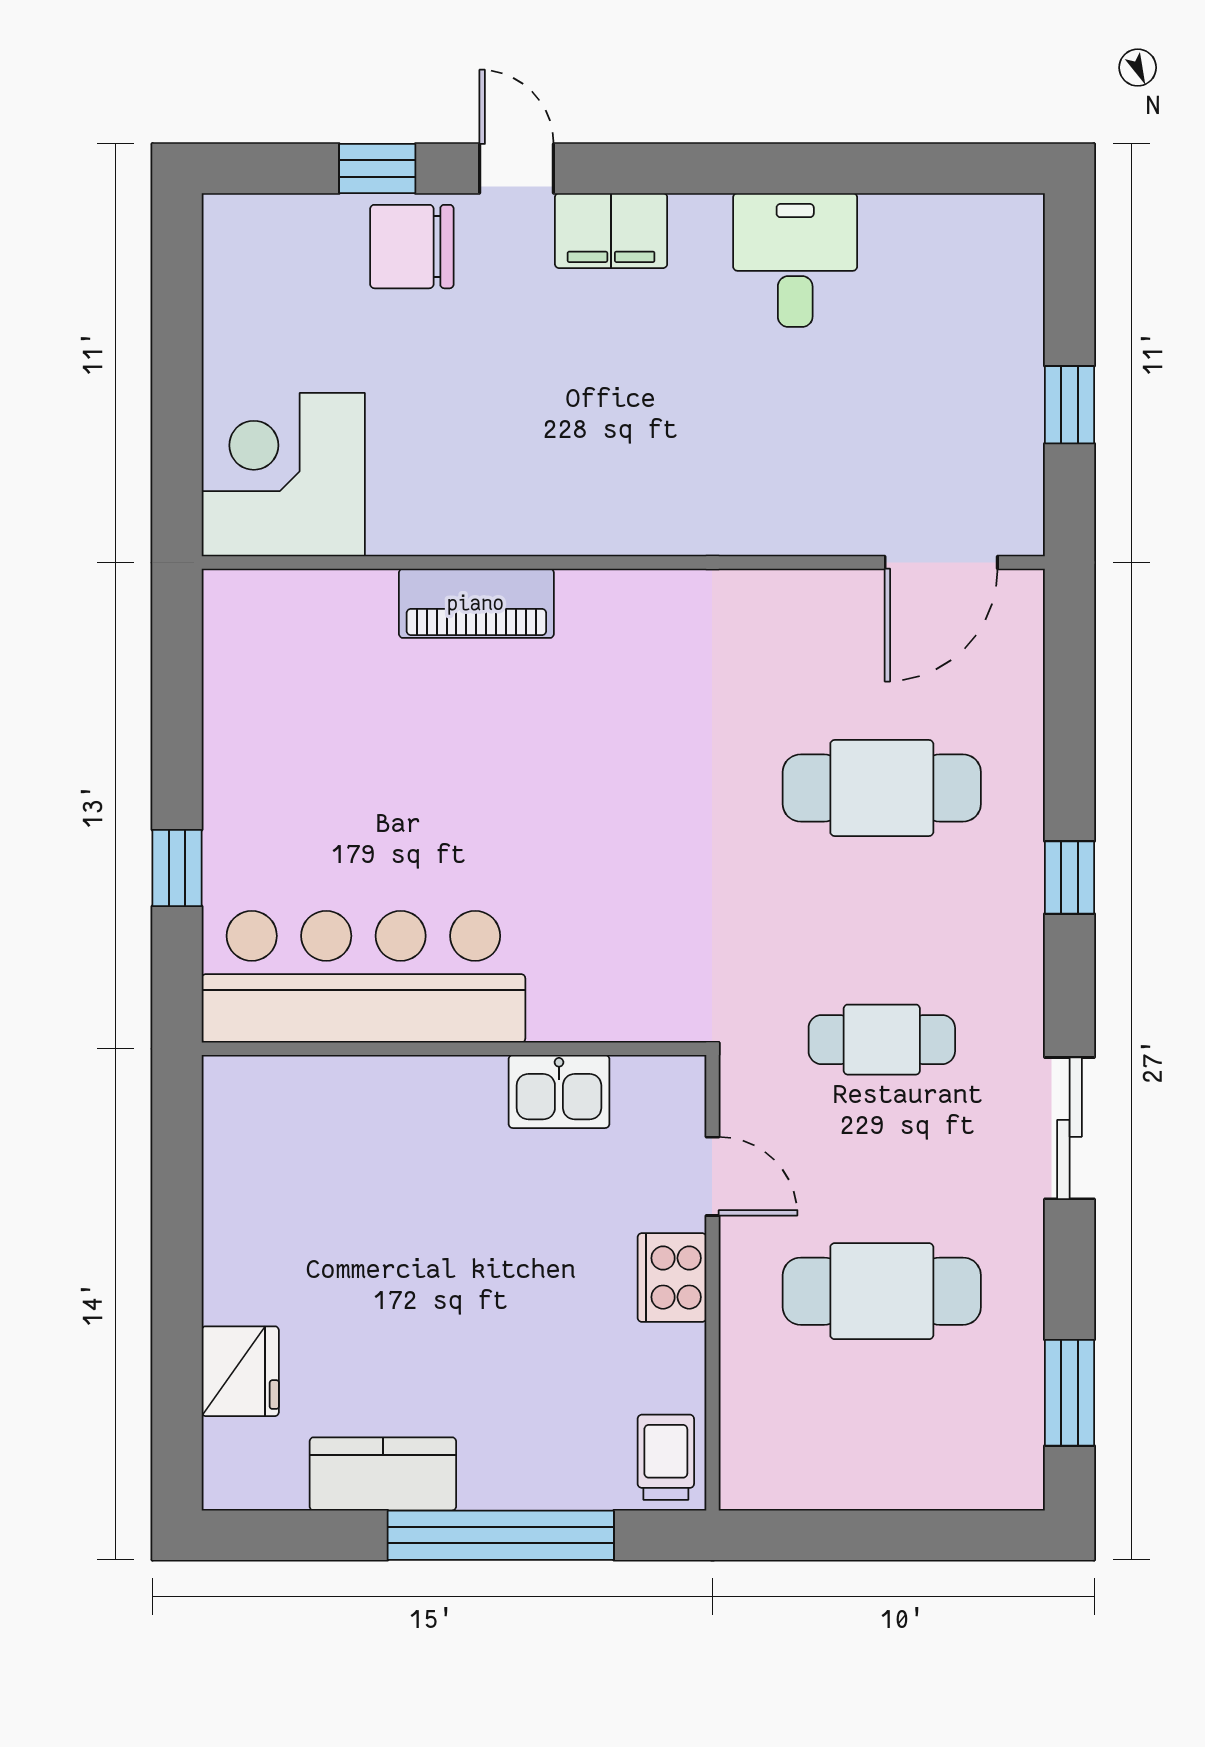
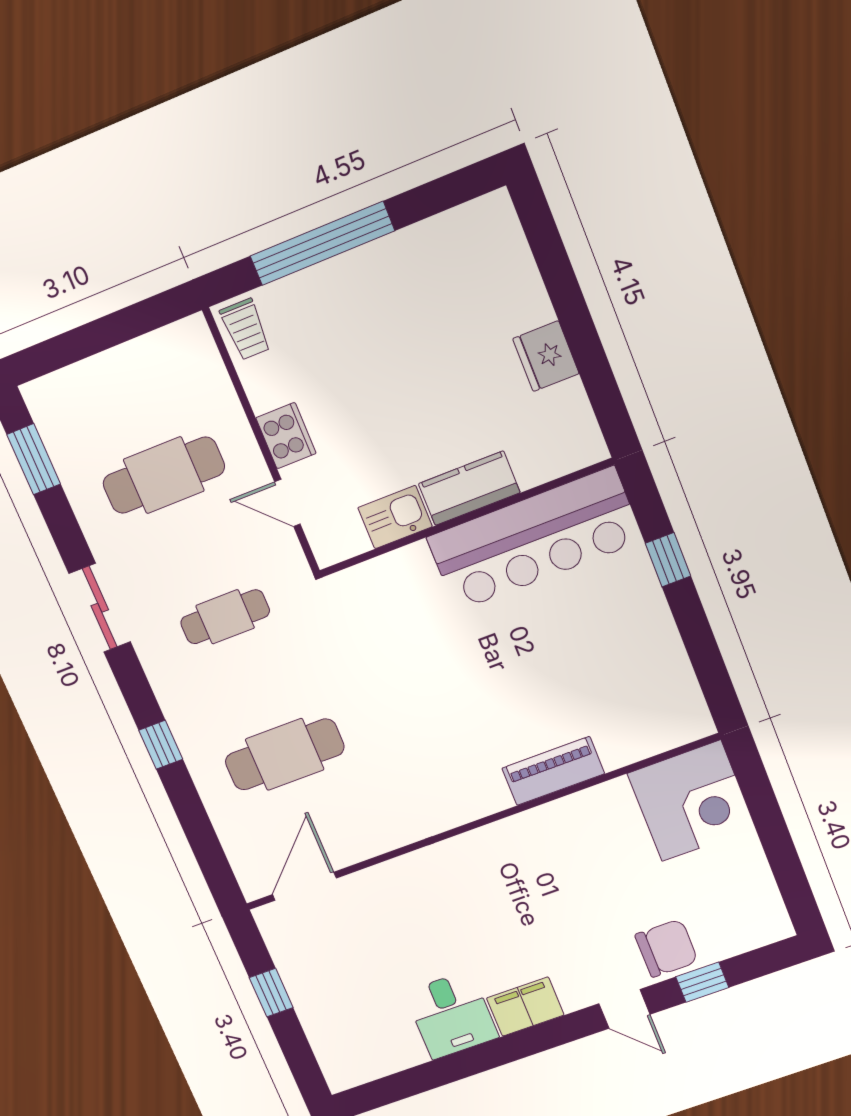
filing cabinet: (611, 231) -> (525, 1007), moved
fridge: (240, 1371) -> (546, 356), moved
kitchen counter: (383, 1474) -> (469, 488), moved, turned 180

